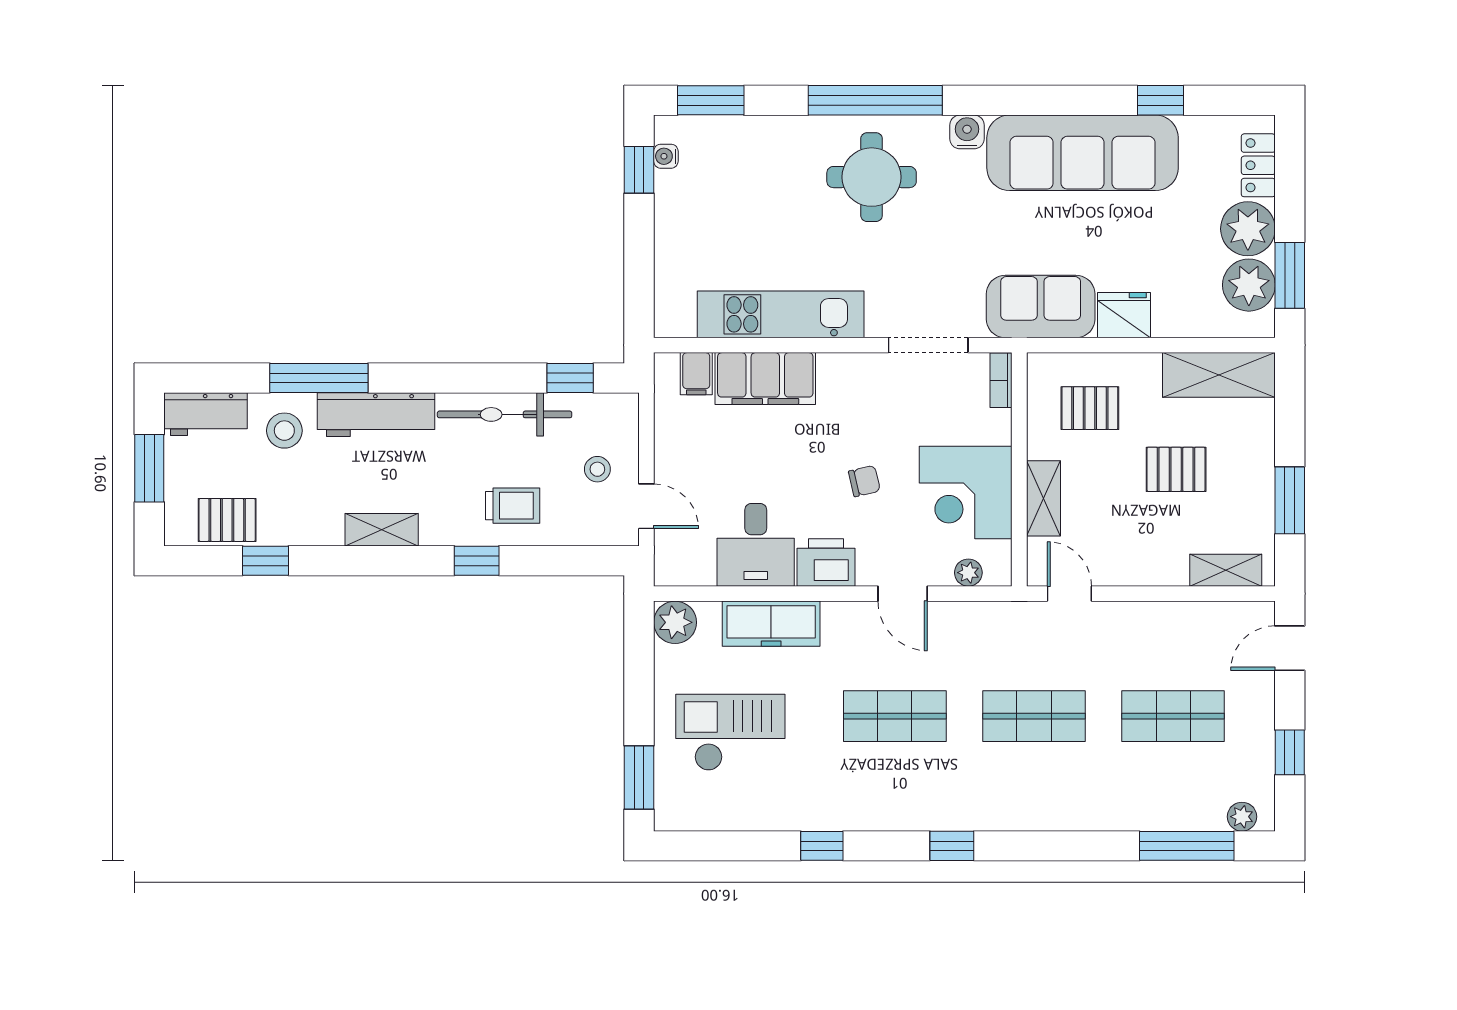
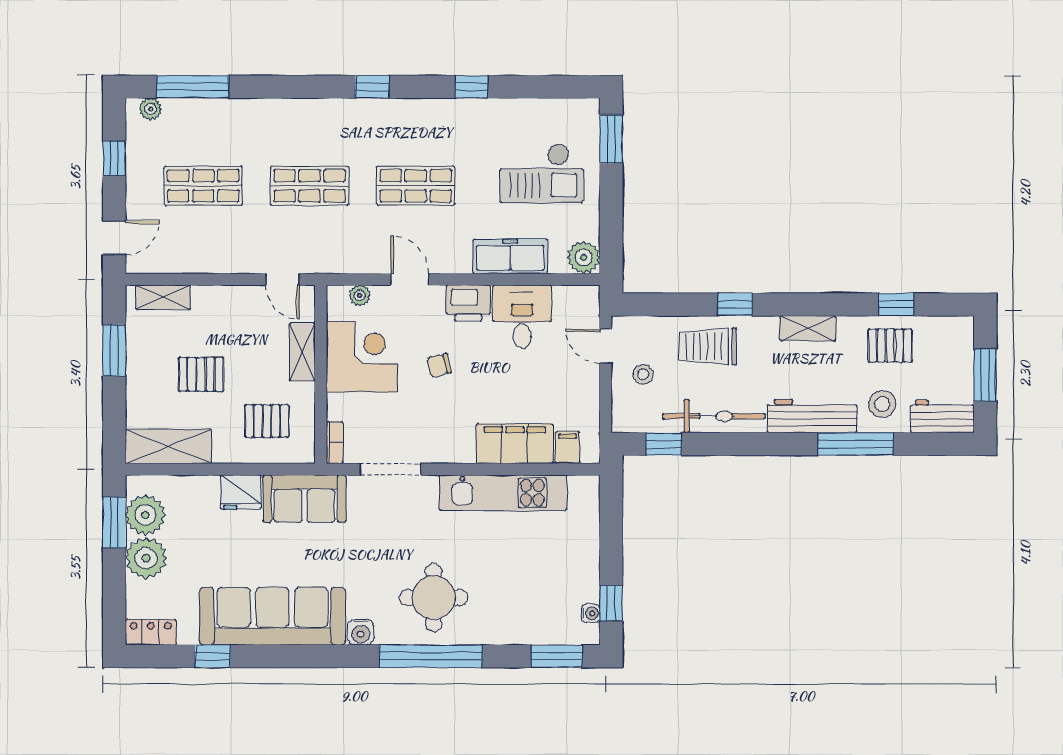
locker: (1258, 165) -> (151, 632), moved, turned -90
trolley: (513, 506) -> (708, 347), width x1.36, depth x1.39
pallet: (227, 520) -> (890, 346), moved

